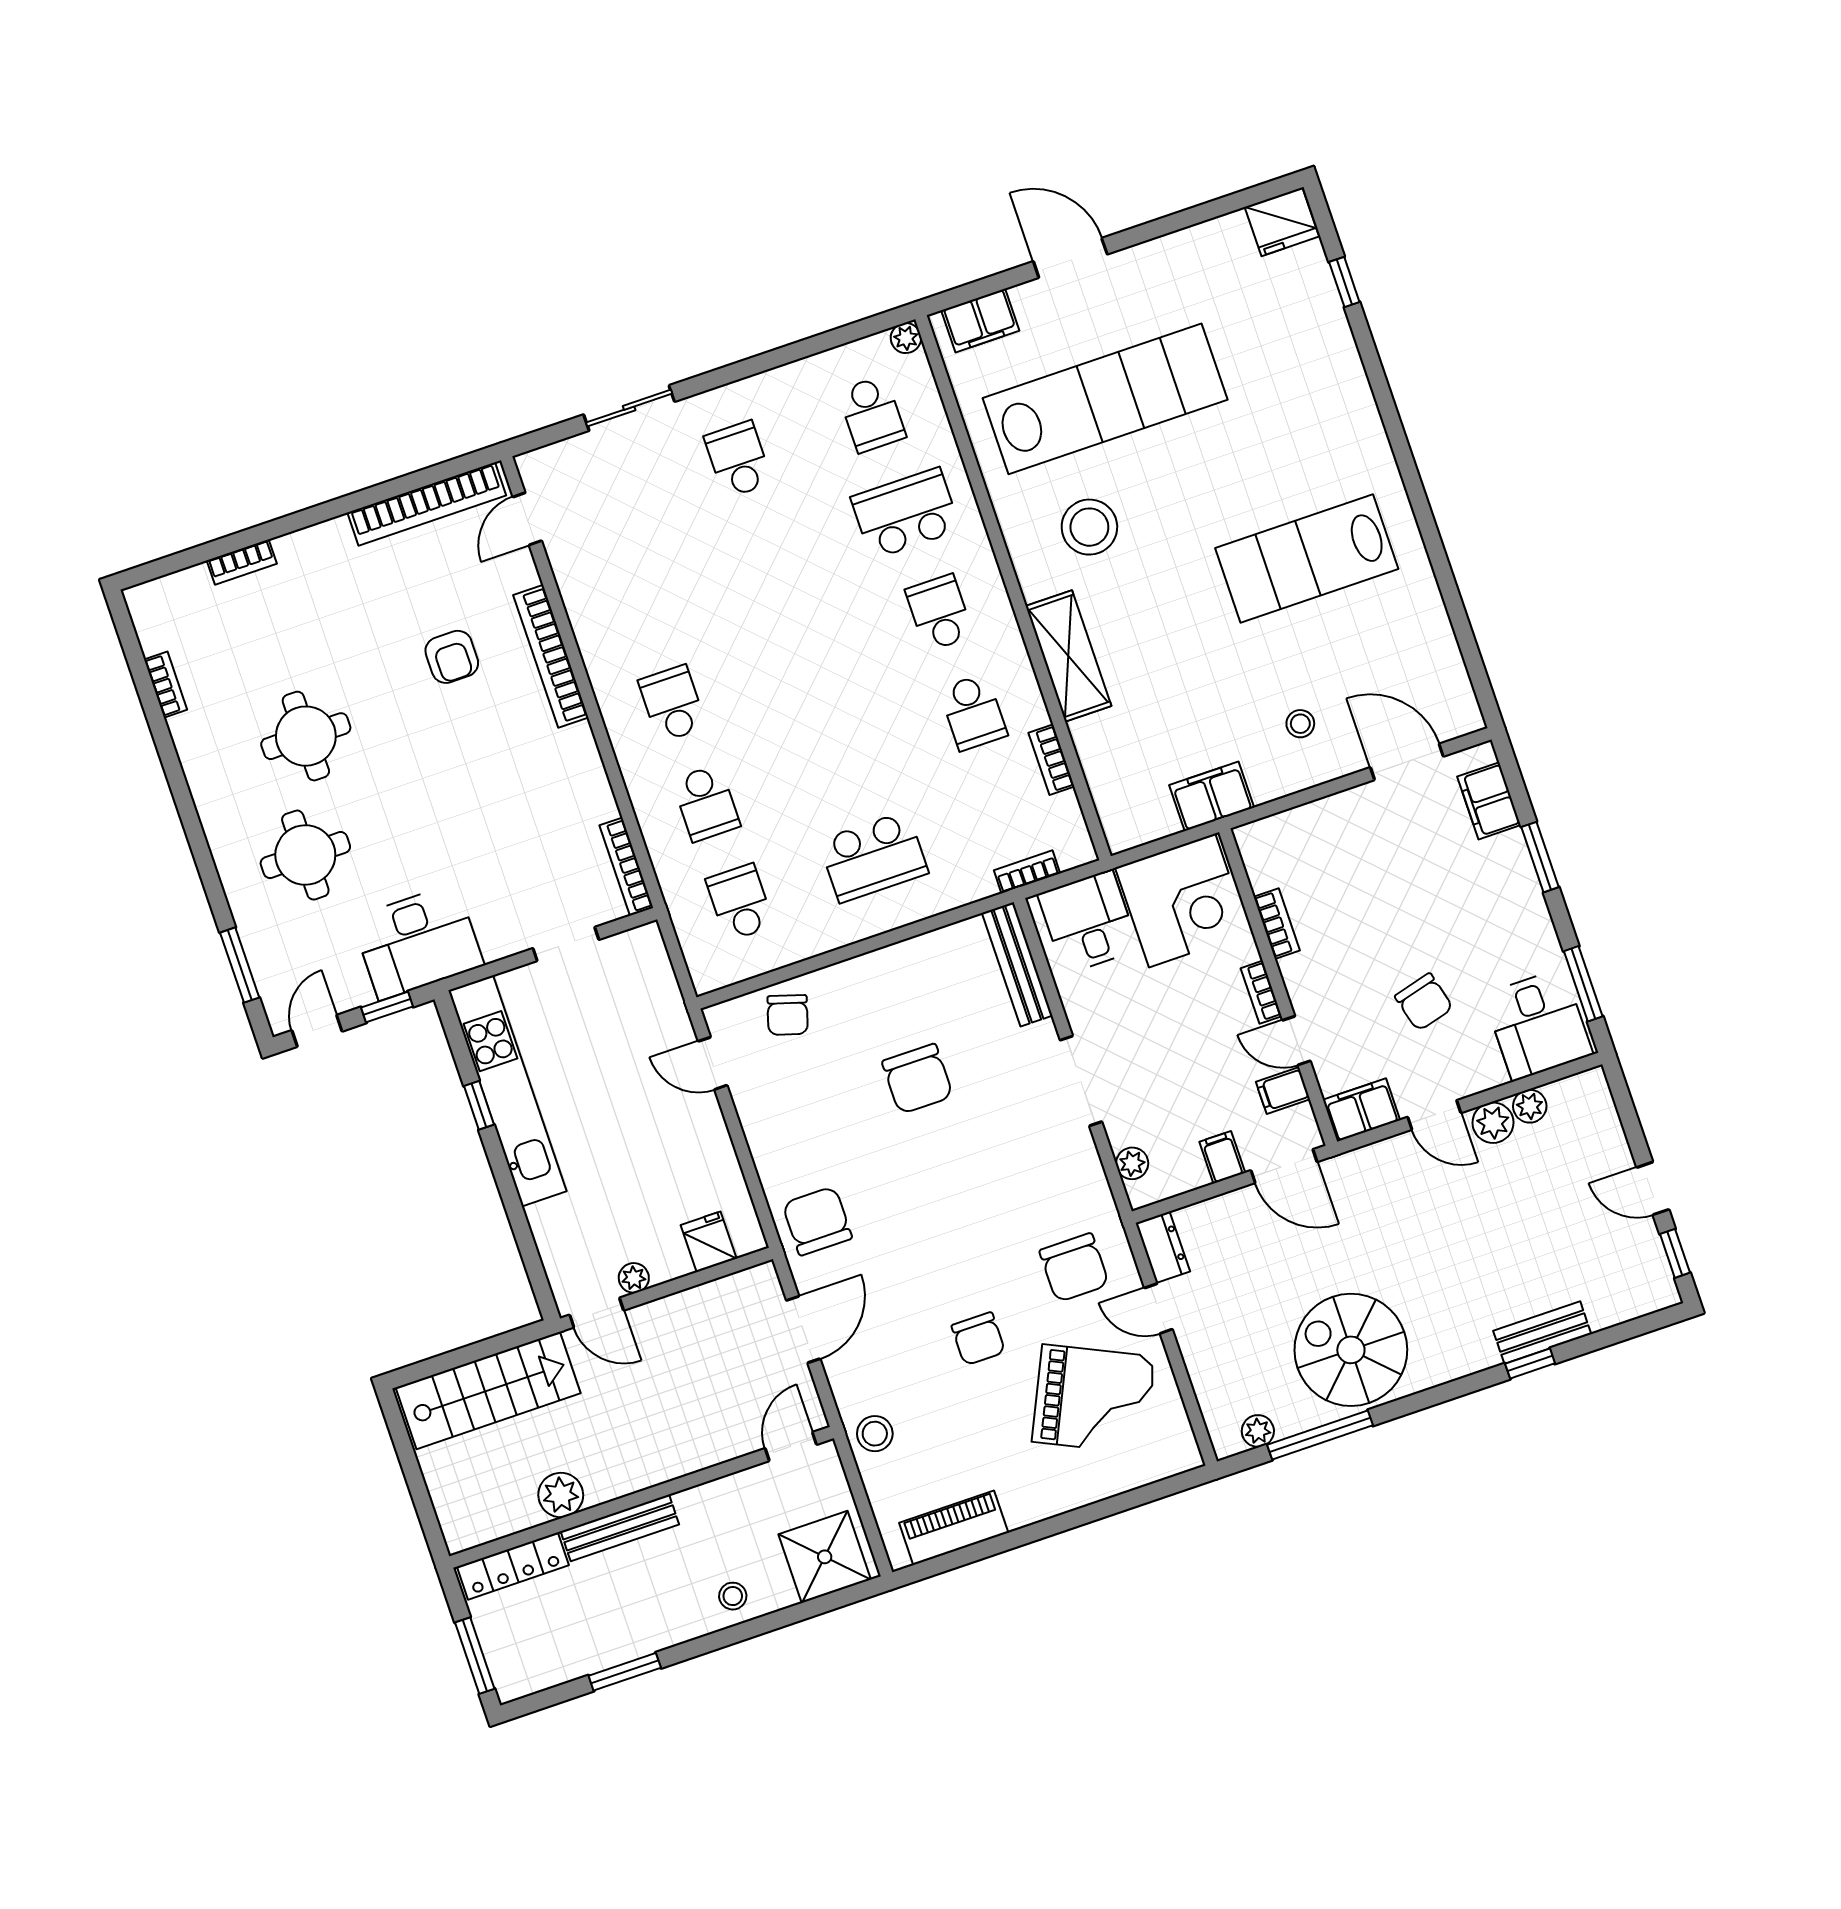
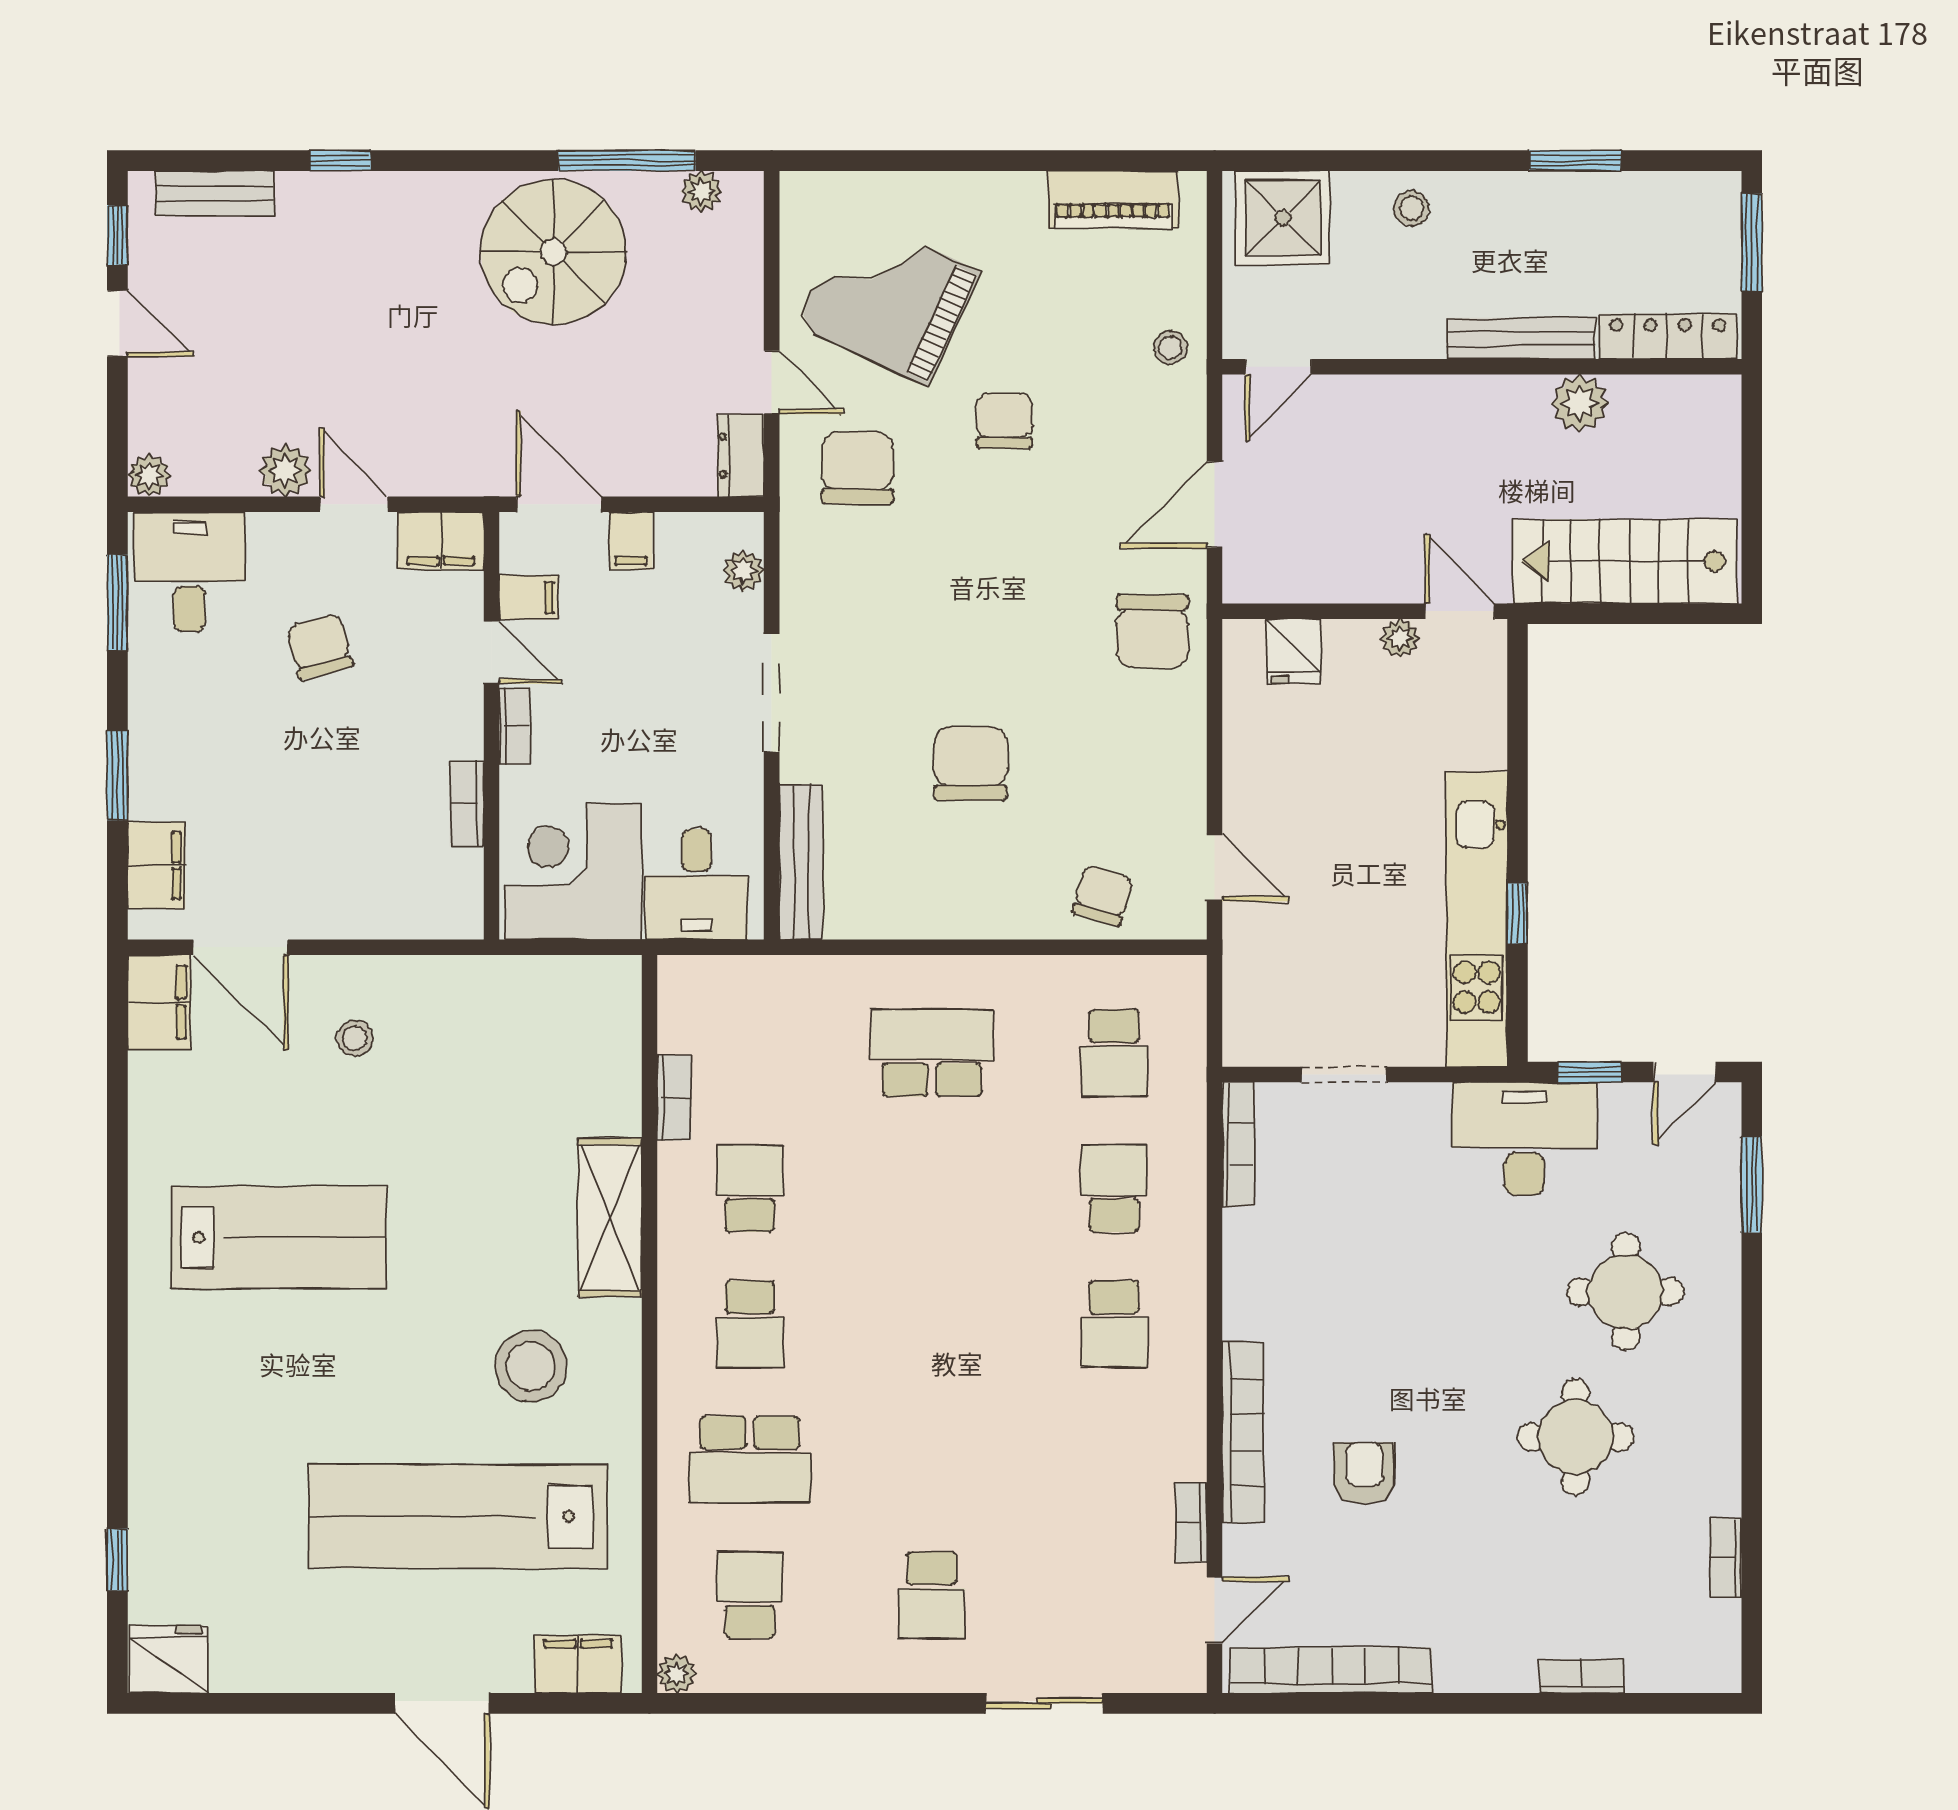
filing cabinet: (1212, 796) -> (159, 1002), moved, turned -90
bookcase: (1027, 872) -> (1191, 1522), moved, turned 90
plant: (1530, 1106) -> (149, 475), moved
bench: (1542, 1333) -> (215, 193), moved
spiral stairs: (1351, 1350) -> (554, 252), turned 90
stool: (875, 1434) -> (1170, 348), width x0.73, depth x0.73

